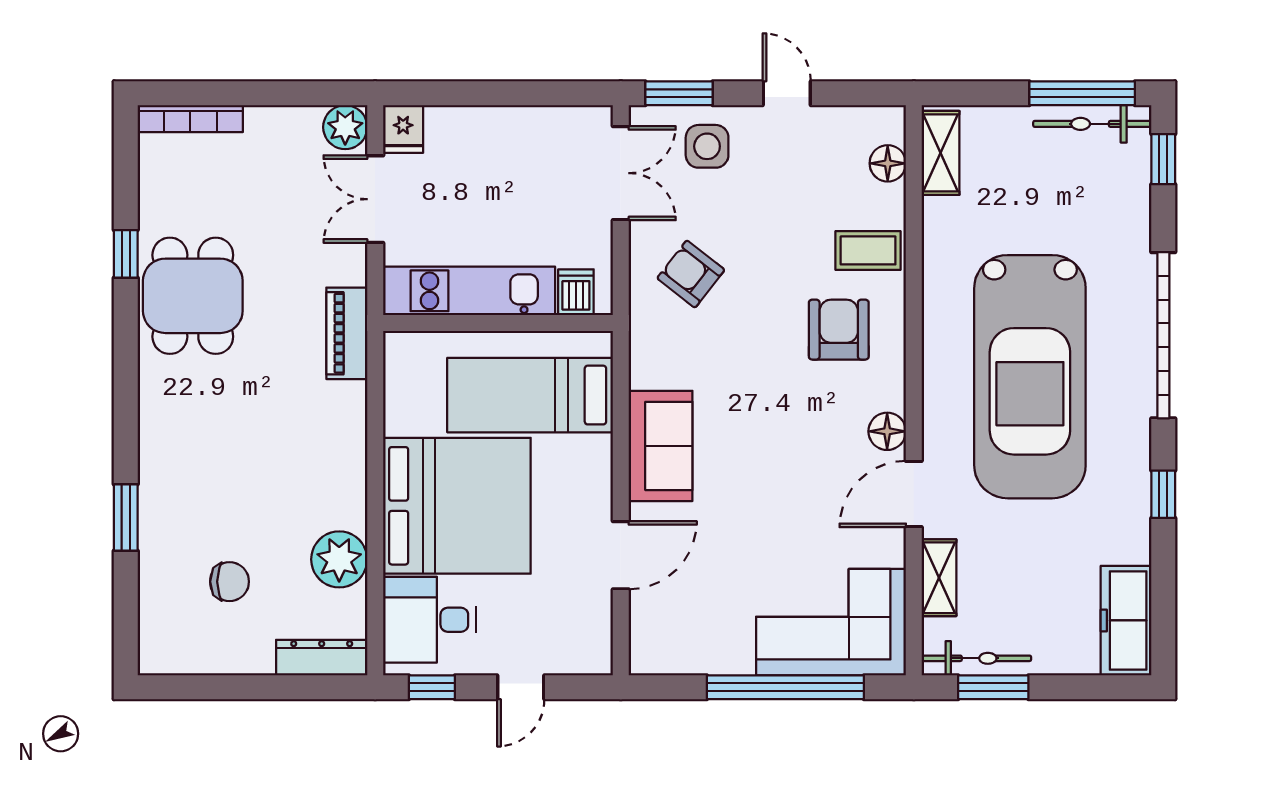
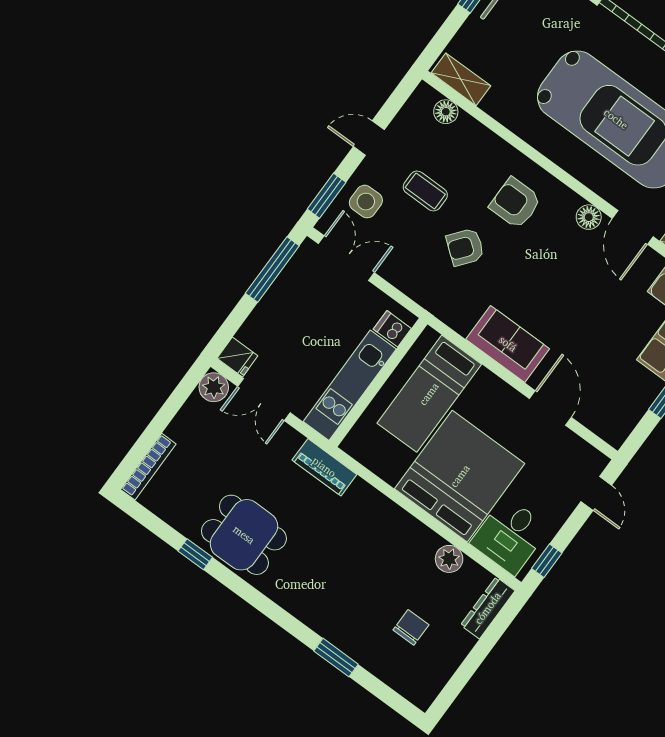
window: (541, 93) -> (272, 269), added
coffee table: (868, 250) -> (425, 191), moved, turned 90
armchair: (691, 274) -> (465, 247), moved
plant: (339, 559) -> (449, 559), width x0.73, depth x0.73
door: (521, 687) -> (596, 493), moved

